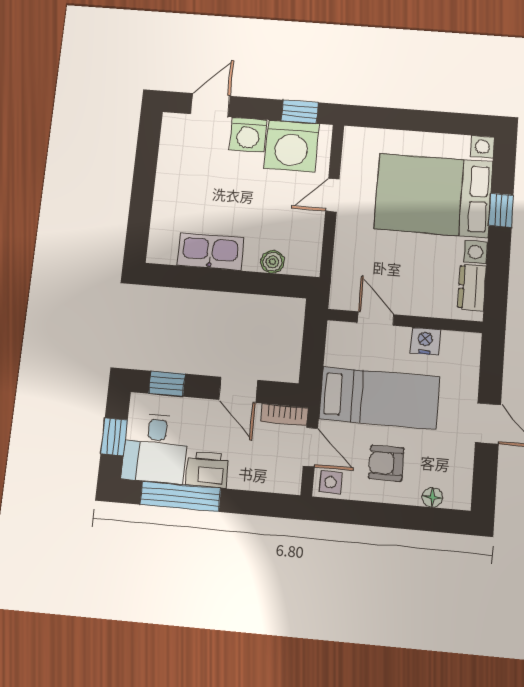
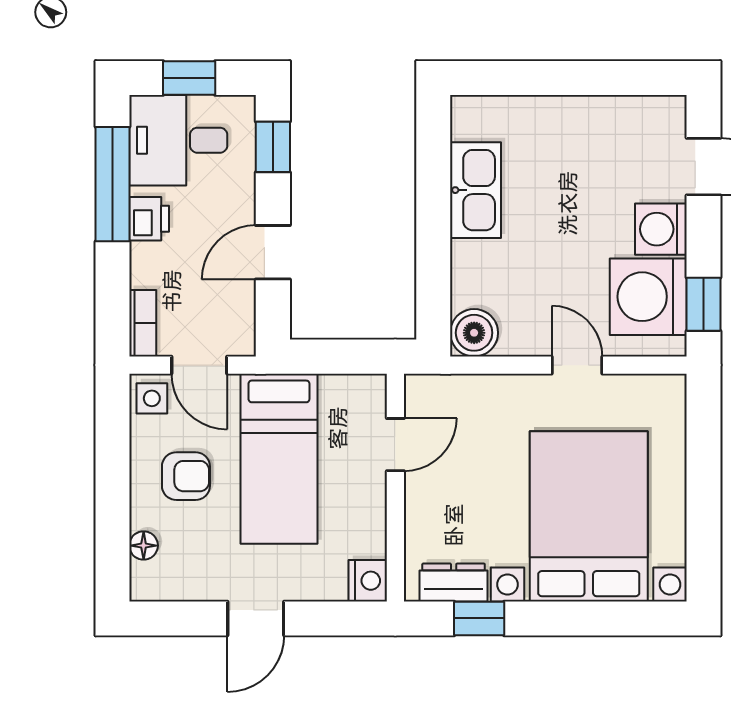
window: (501, 210) -> (479, 618), moved
boiler: (272, 262) -> (474, 333), moved, width x1.36, depth x1.36
nightstand: (425, 341) -> (368, 581), moved
bookcase: (285, 415) -> (143, 323), moved, turned 180
door: (310, 447) -> (199, 365), hinge flipped
armchair: (386, 463) -> (186, 476), turned 90
printer: (207, 470) -> (149, 219), width x0.73, depth x0.81

